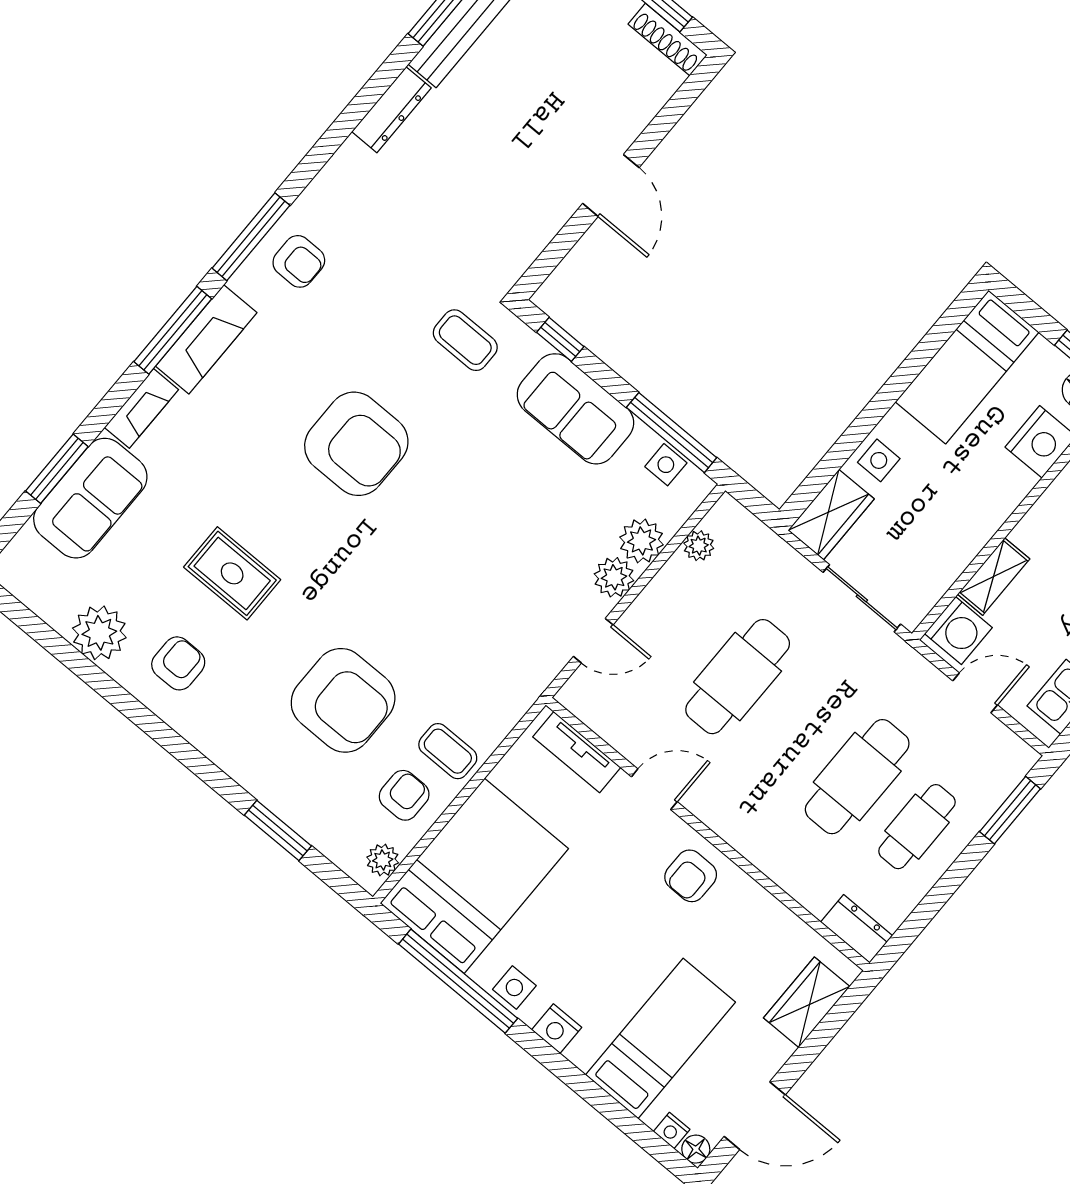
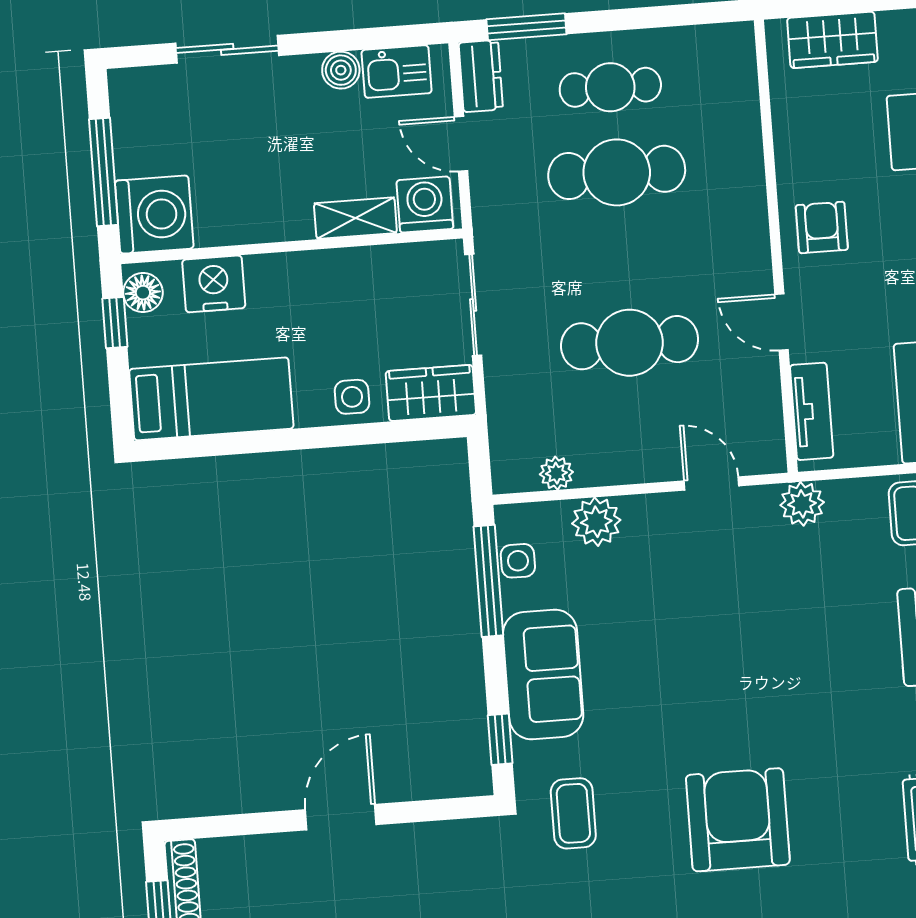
plant: (614, 577) -> (802, 504), moved
armchair: (691, 876) -> (822, 227), turned -90
dresser: (857, 929) -> (481, 76), moved, turned 180

